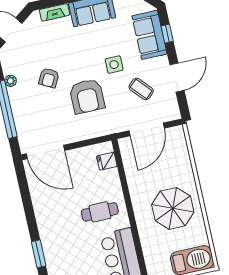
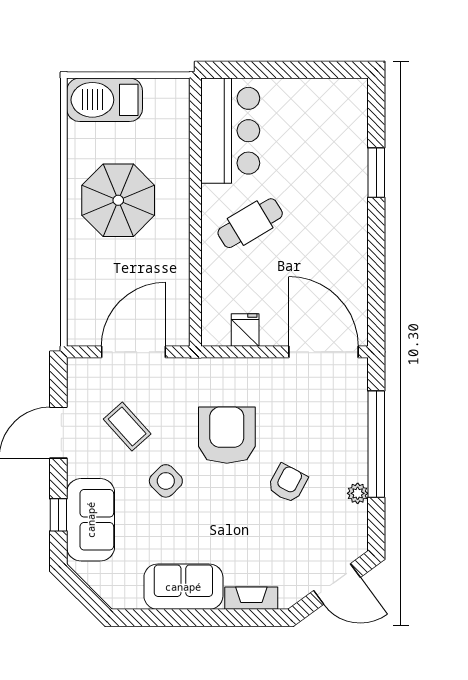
side table: (114, 65) -> (166, 481), turned 45
fridge: (107, 161) -> (245, 330), moved, turned -90
cafe table: (100, 212) -> (250, 223), turned -31

